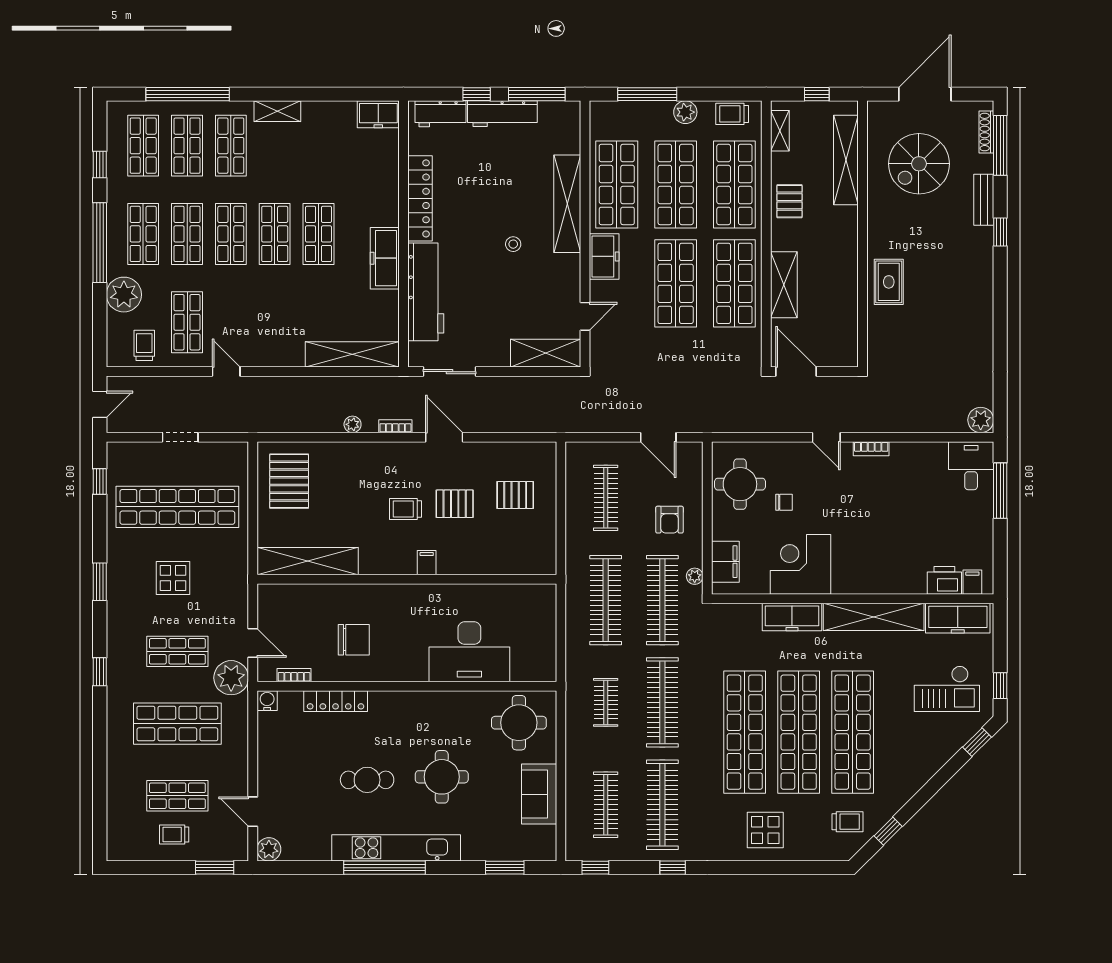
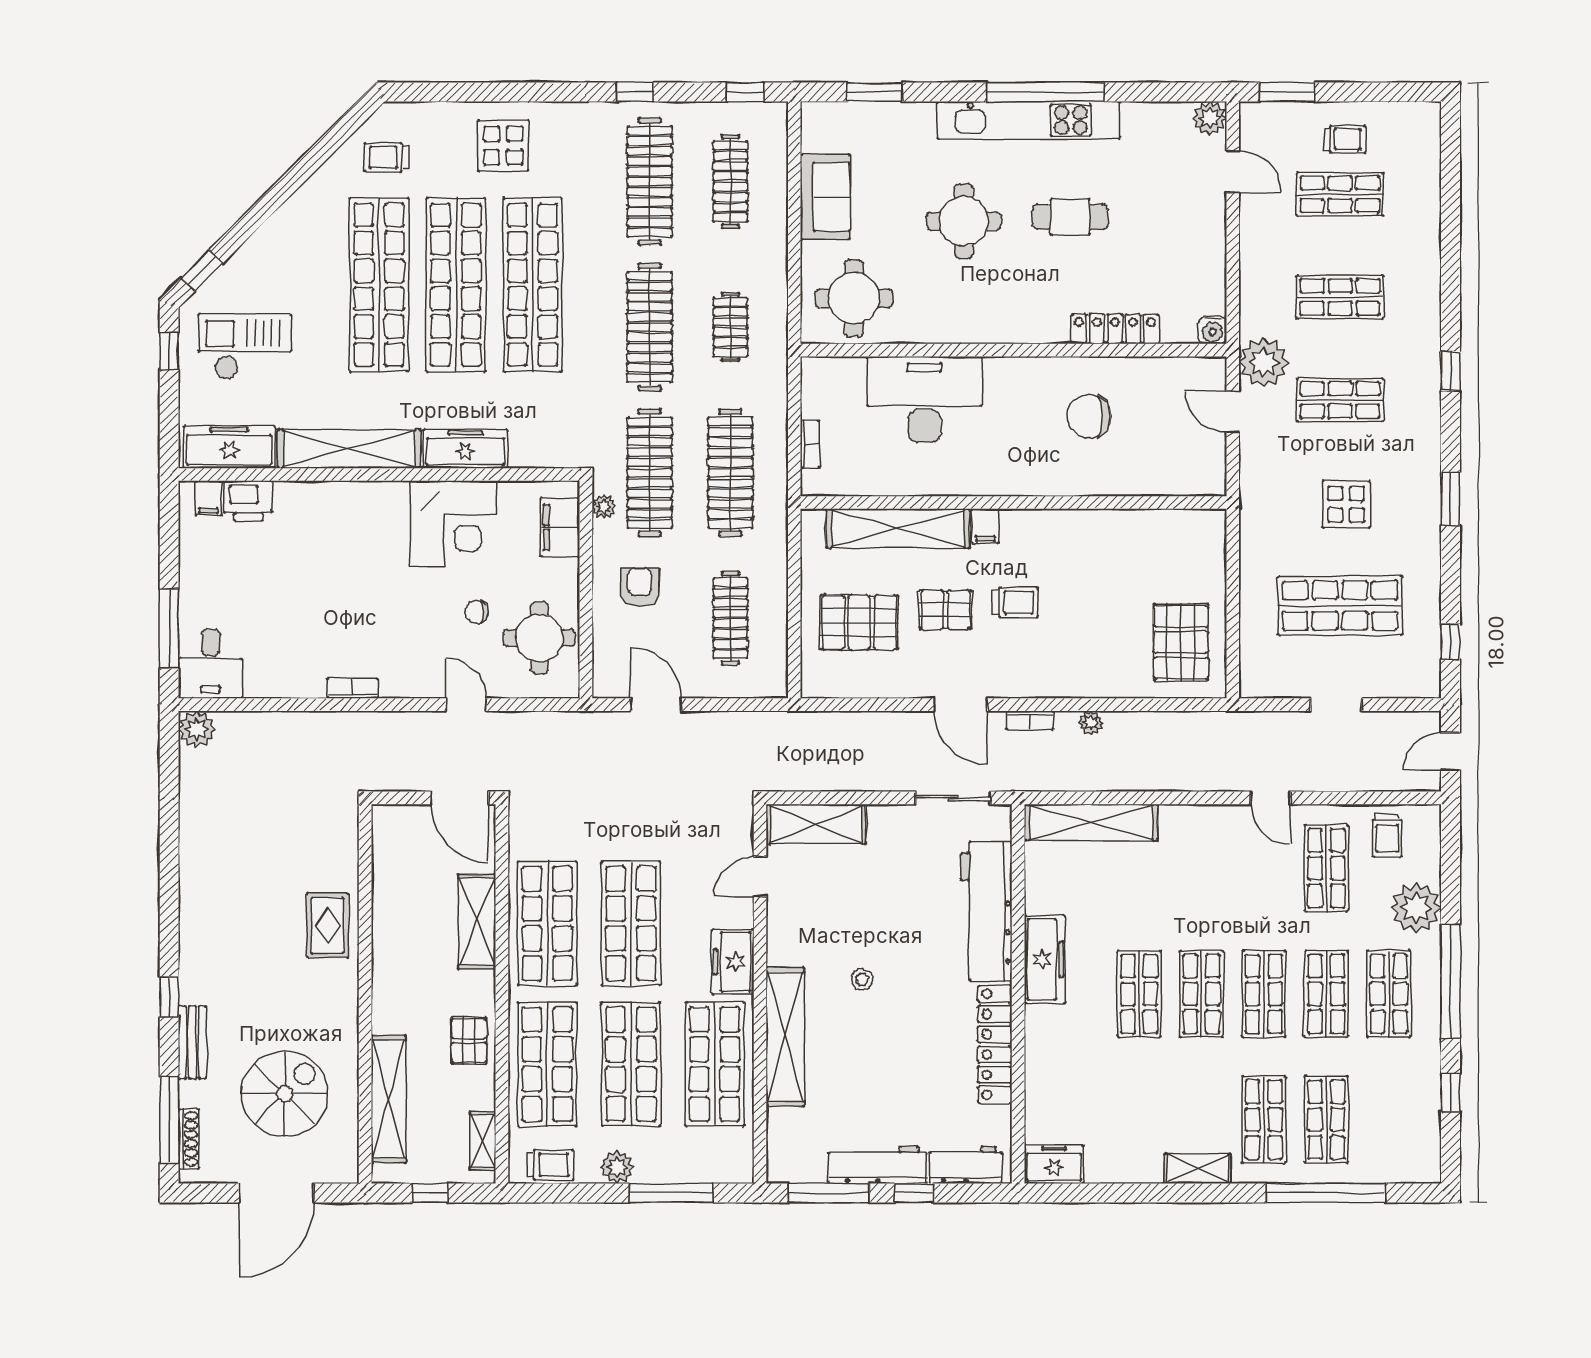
shop shelf: (143, 146) -> (1389, 1120), removed
door: (826, 437) -> (466, 705), moved
pallet: (515, 495) -> (859, 622), width x1.50, depth x1.42
shop shelf: (177, 507) -> (1340, 605), width x0.71
shelving: (308, 561) -> (898, 528), moved
bookcase: (294, 675) -> (810, 444), moved, turned -90
shop shelf: (177, 724) -> (1340, 297), width x0.70, depth x0.74
window: (888, 831) -> (329, 144), removed

